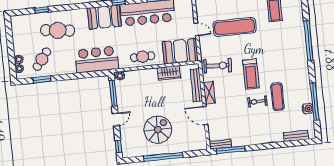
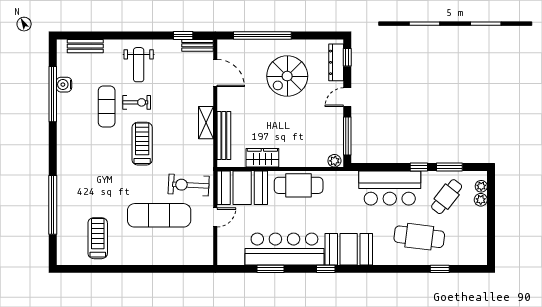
door: (197, 29) -> (215, 217), swing flipped
window: (308, 41) -> (53, 205), moved
cafe table: (143, 57) -> (299, 185), width x1.37, depth x1.35
bar counter: (97, 60) -> (390, 188), moved
exercise bike: (218, 66) -> (189, 185), moved
window: (63, 77) -> (419, 167), added
door: (205, 115) -> (215, 73), moved
weight bench: (259, 127) -> (139, 65), added
dresser: (126, 142) -> (336, 62), added
window: (231, 150) -> (183, 36), width x0.46
window: (163, 157) -> (262, 36), moved

